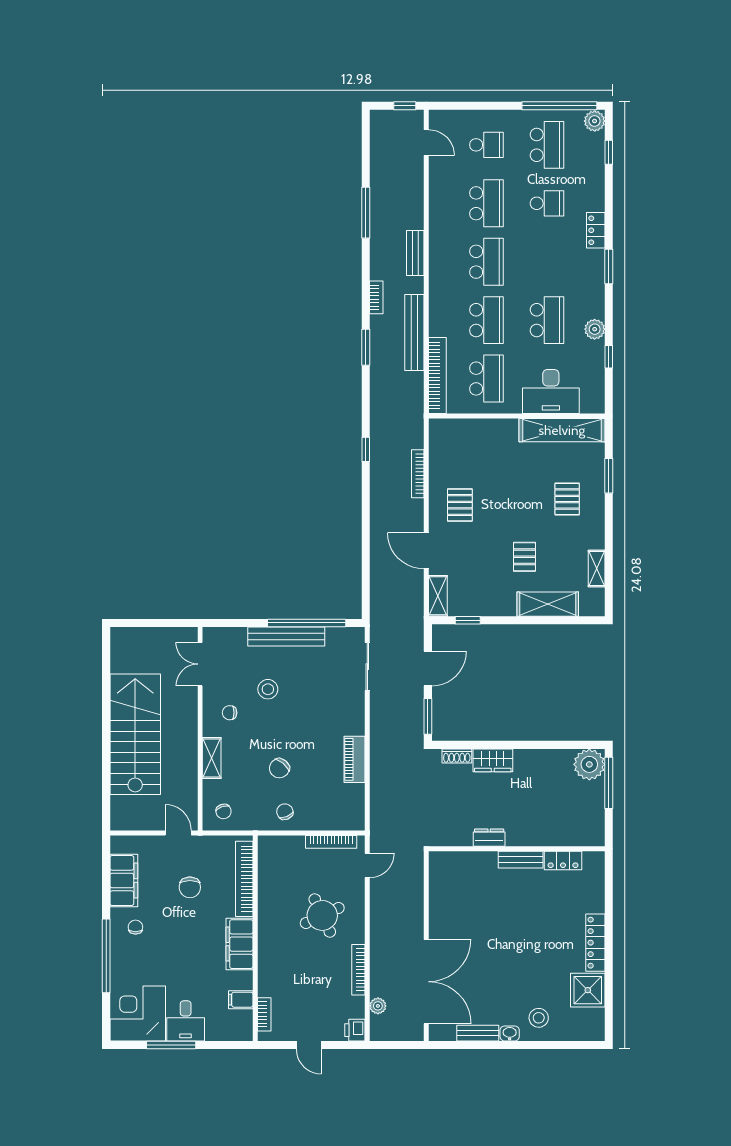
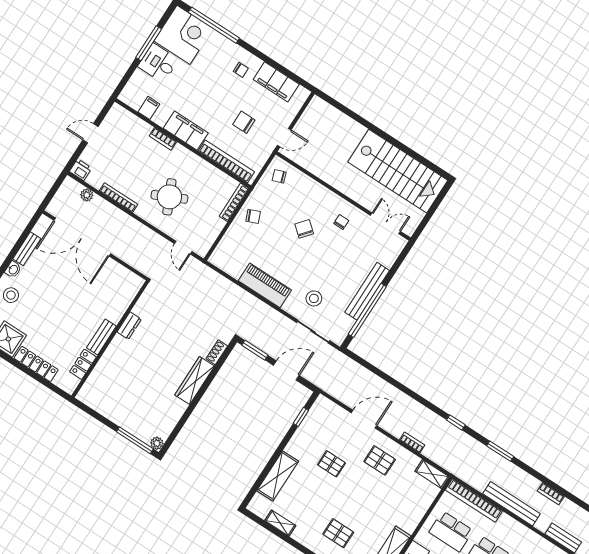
window: (366, 347) -> (500, 451), moved
bookcase: (418, 474) -> (412, 443), width x0.64
pallet: (524, 557) -> (332, 464), moved
shelving: (438, 596) -> (432, 474), moved
door: (428, 668) -> (286, 370), swing flipped
stool: (268, 689) -> (314, 298), moved
stairs: (135, 734) -> (398, 171), moved
shelving: (212, 758) -> (319, 191), removed
piano: (355, 759) -> (265, 285), width x1.37, depth x1.33
wardrobe: (493, 760) -> (195, 381), width x1.50
plant: (589, 764) -> (157, 443), width x0.53, depth x0.53
chair: (279, 768) -> (304, 229), moved
dresser: (489, 838) -> (129, 326), moved
bookcase: (331, 842) -> (234, 202), moved
wall: (517, 849) -> (110, 339), moved
bench: (521, 860) -> (101, 337), moved
locker: (563, 861) -> (83, 364), moved
window: (106, 956) -> (214, 25), moved
bookcase: (264, 1014) -> (163, 139), moved

